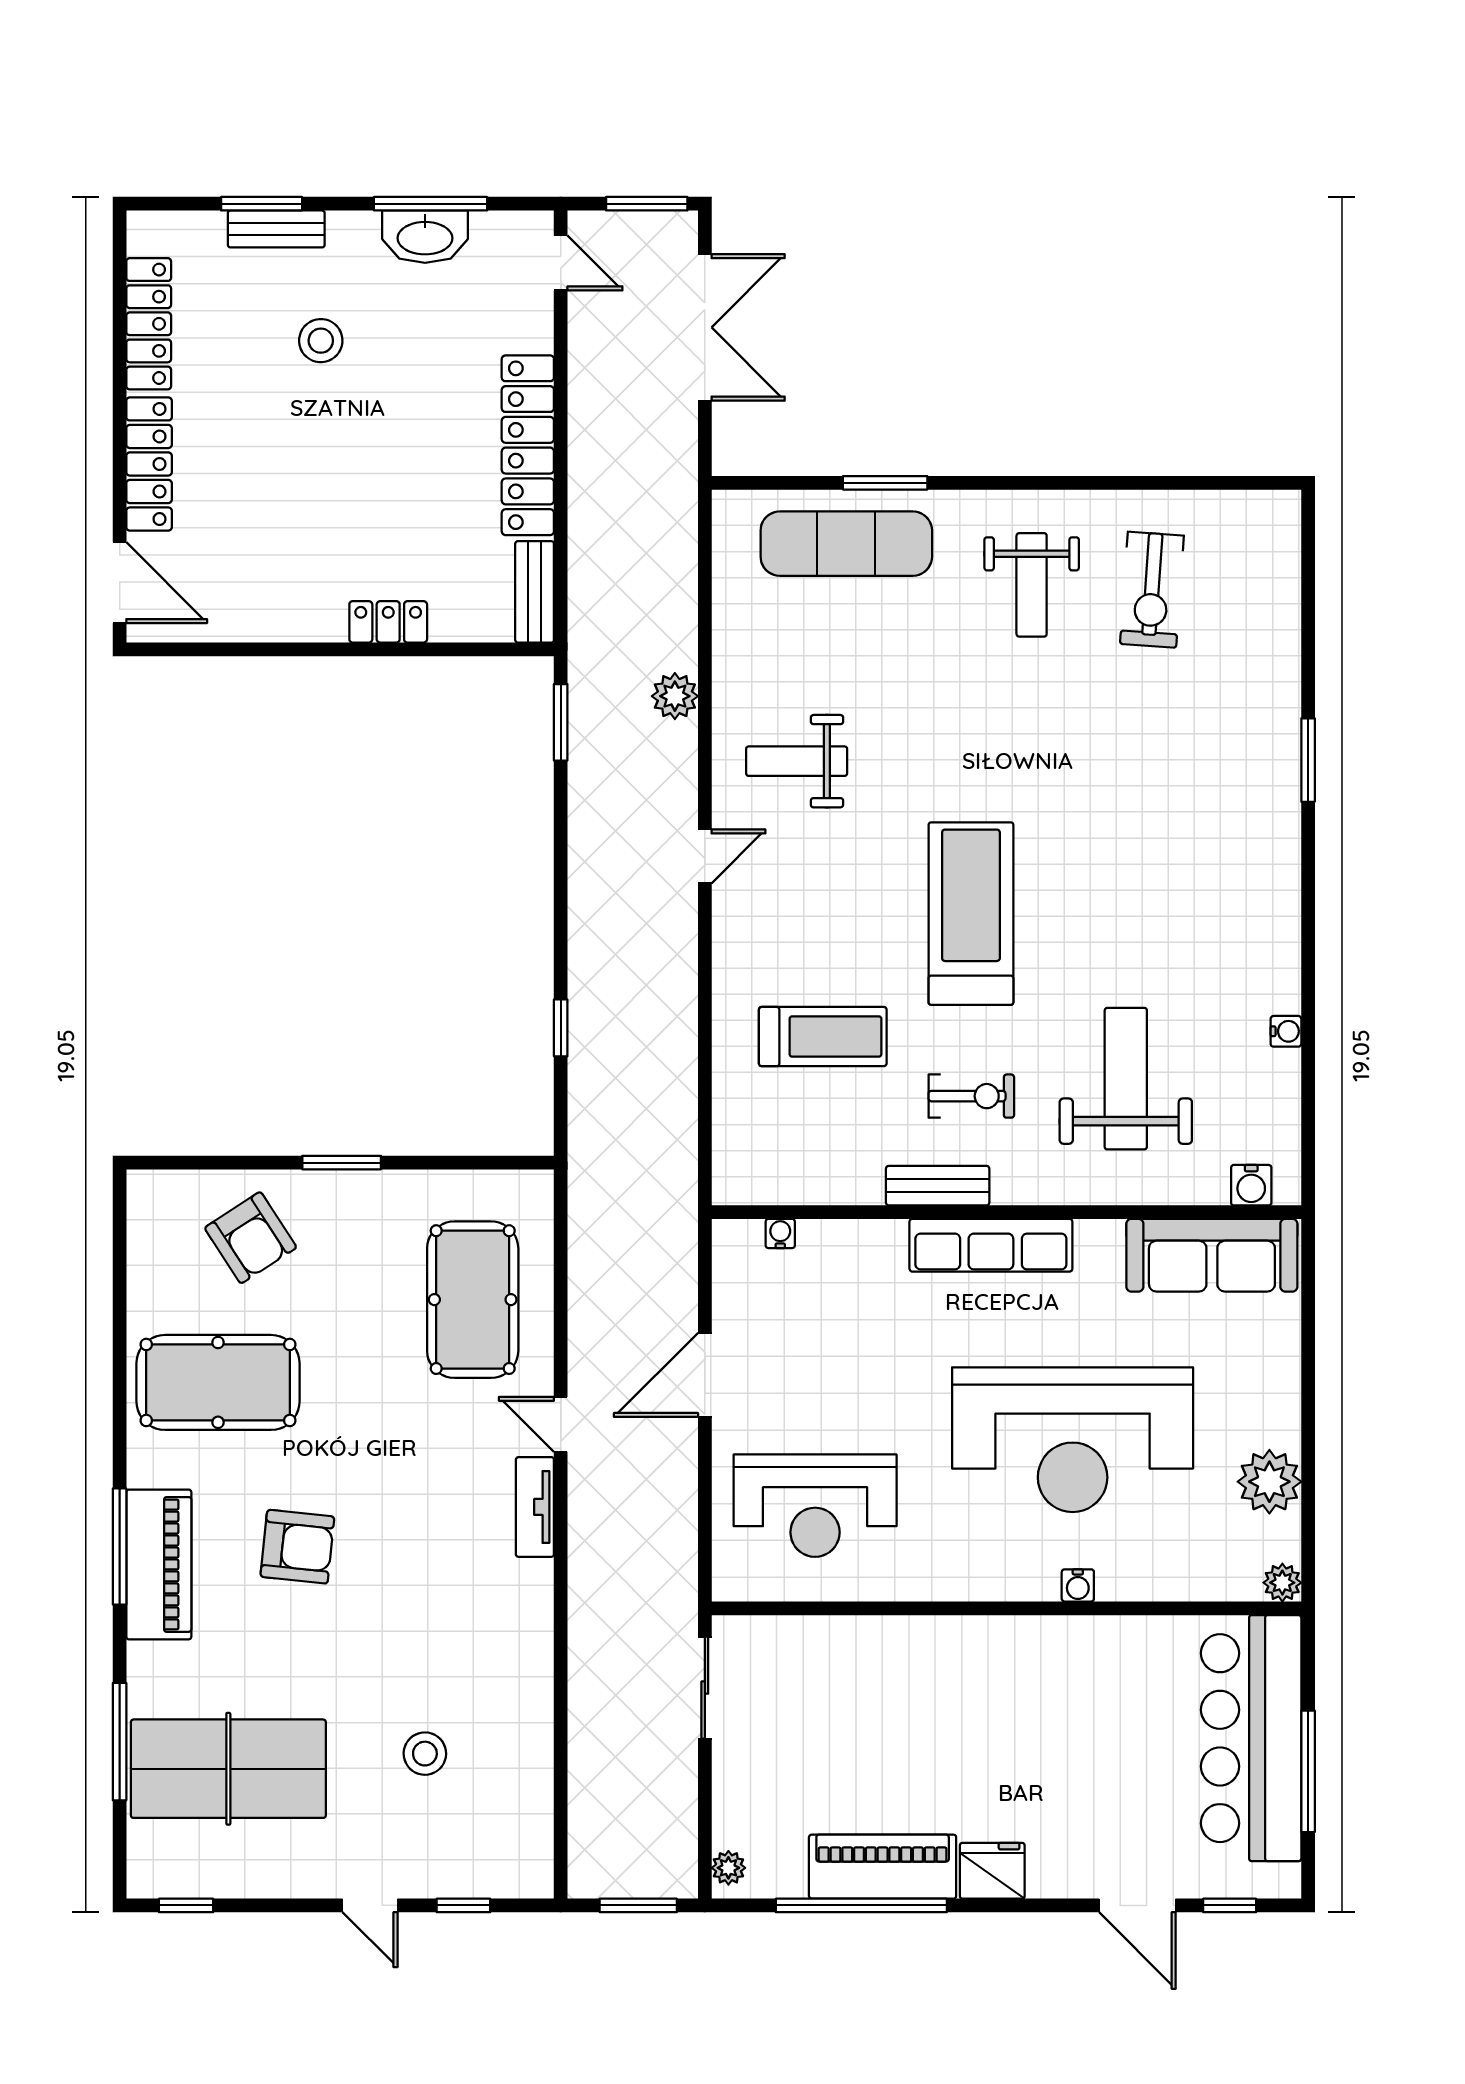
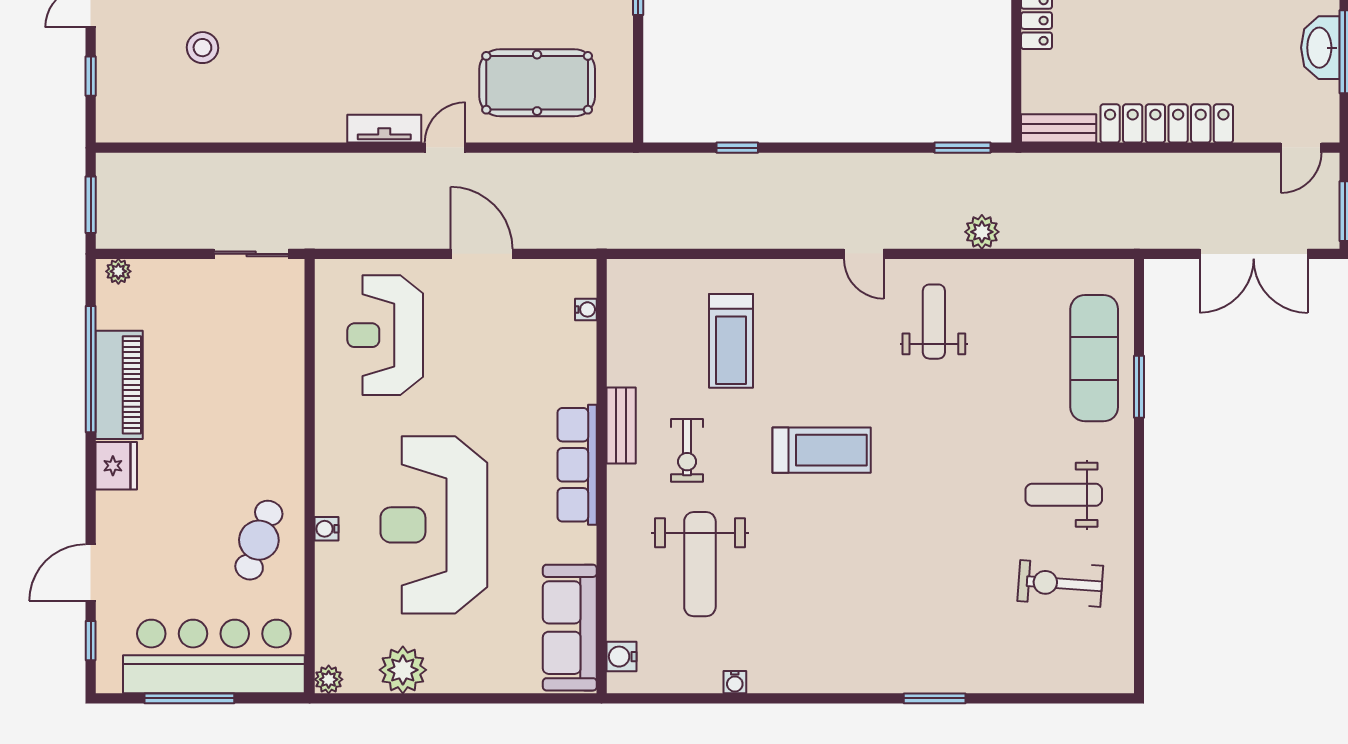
treadmill: (971, 914) -> (822, 450), width x0.73, depth x0.73
weight bench: (1126, 1079) -> (700, 564), turned 90
cafe table: (1093, 1677) -> (259, 540), added

